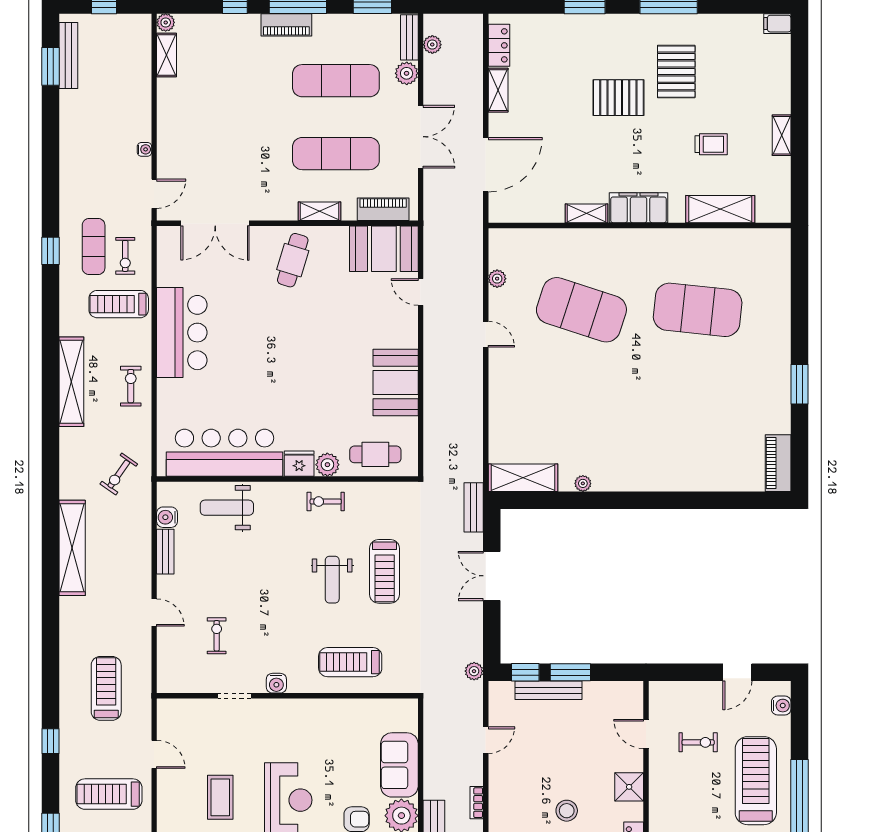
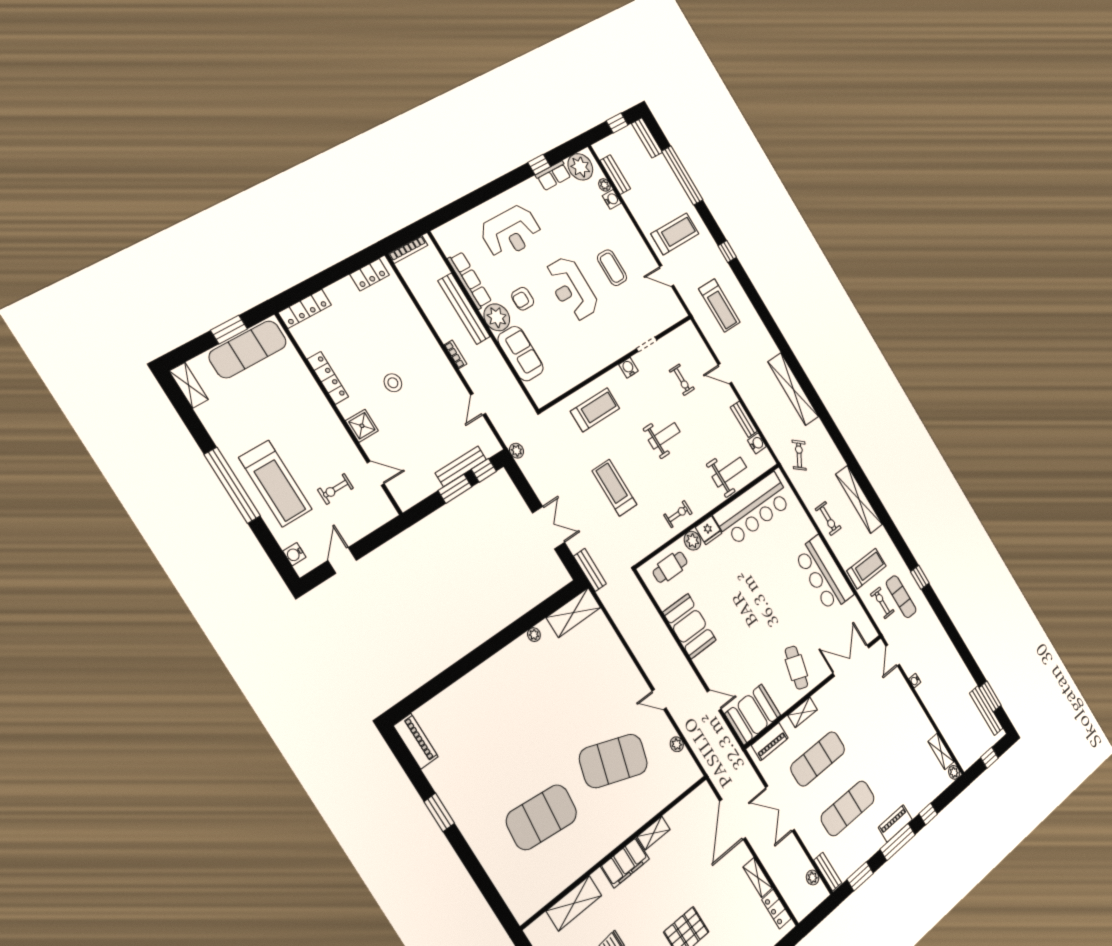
plant: (407, 73) -> (814, 846), removed
weight bench: (332, 580) -> (664, 436), moved, turned 90

